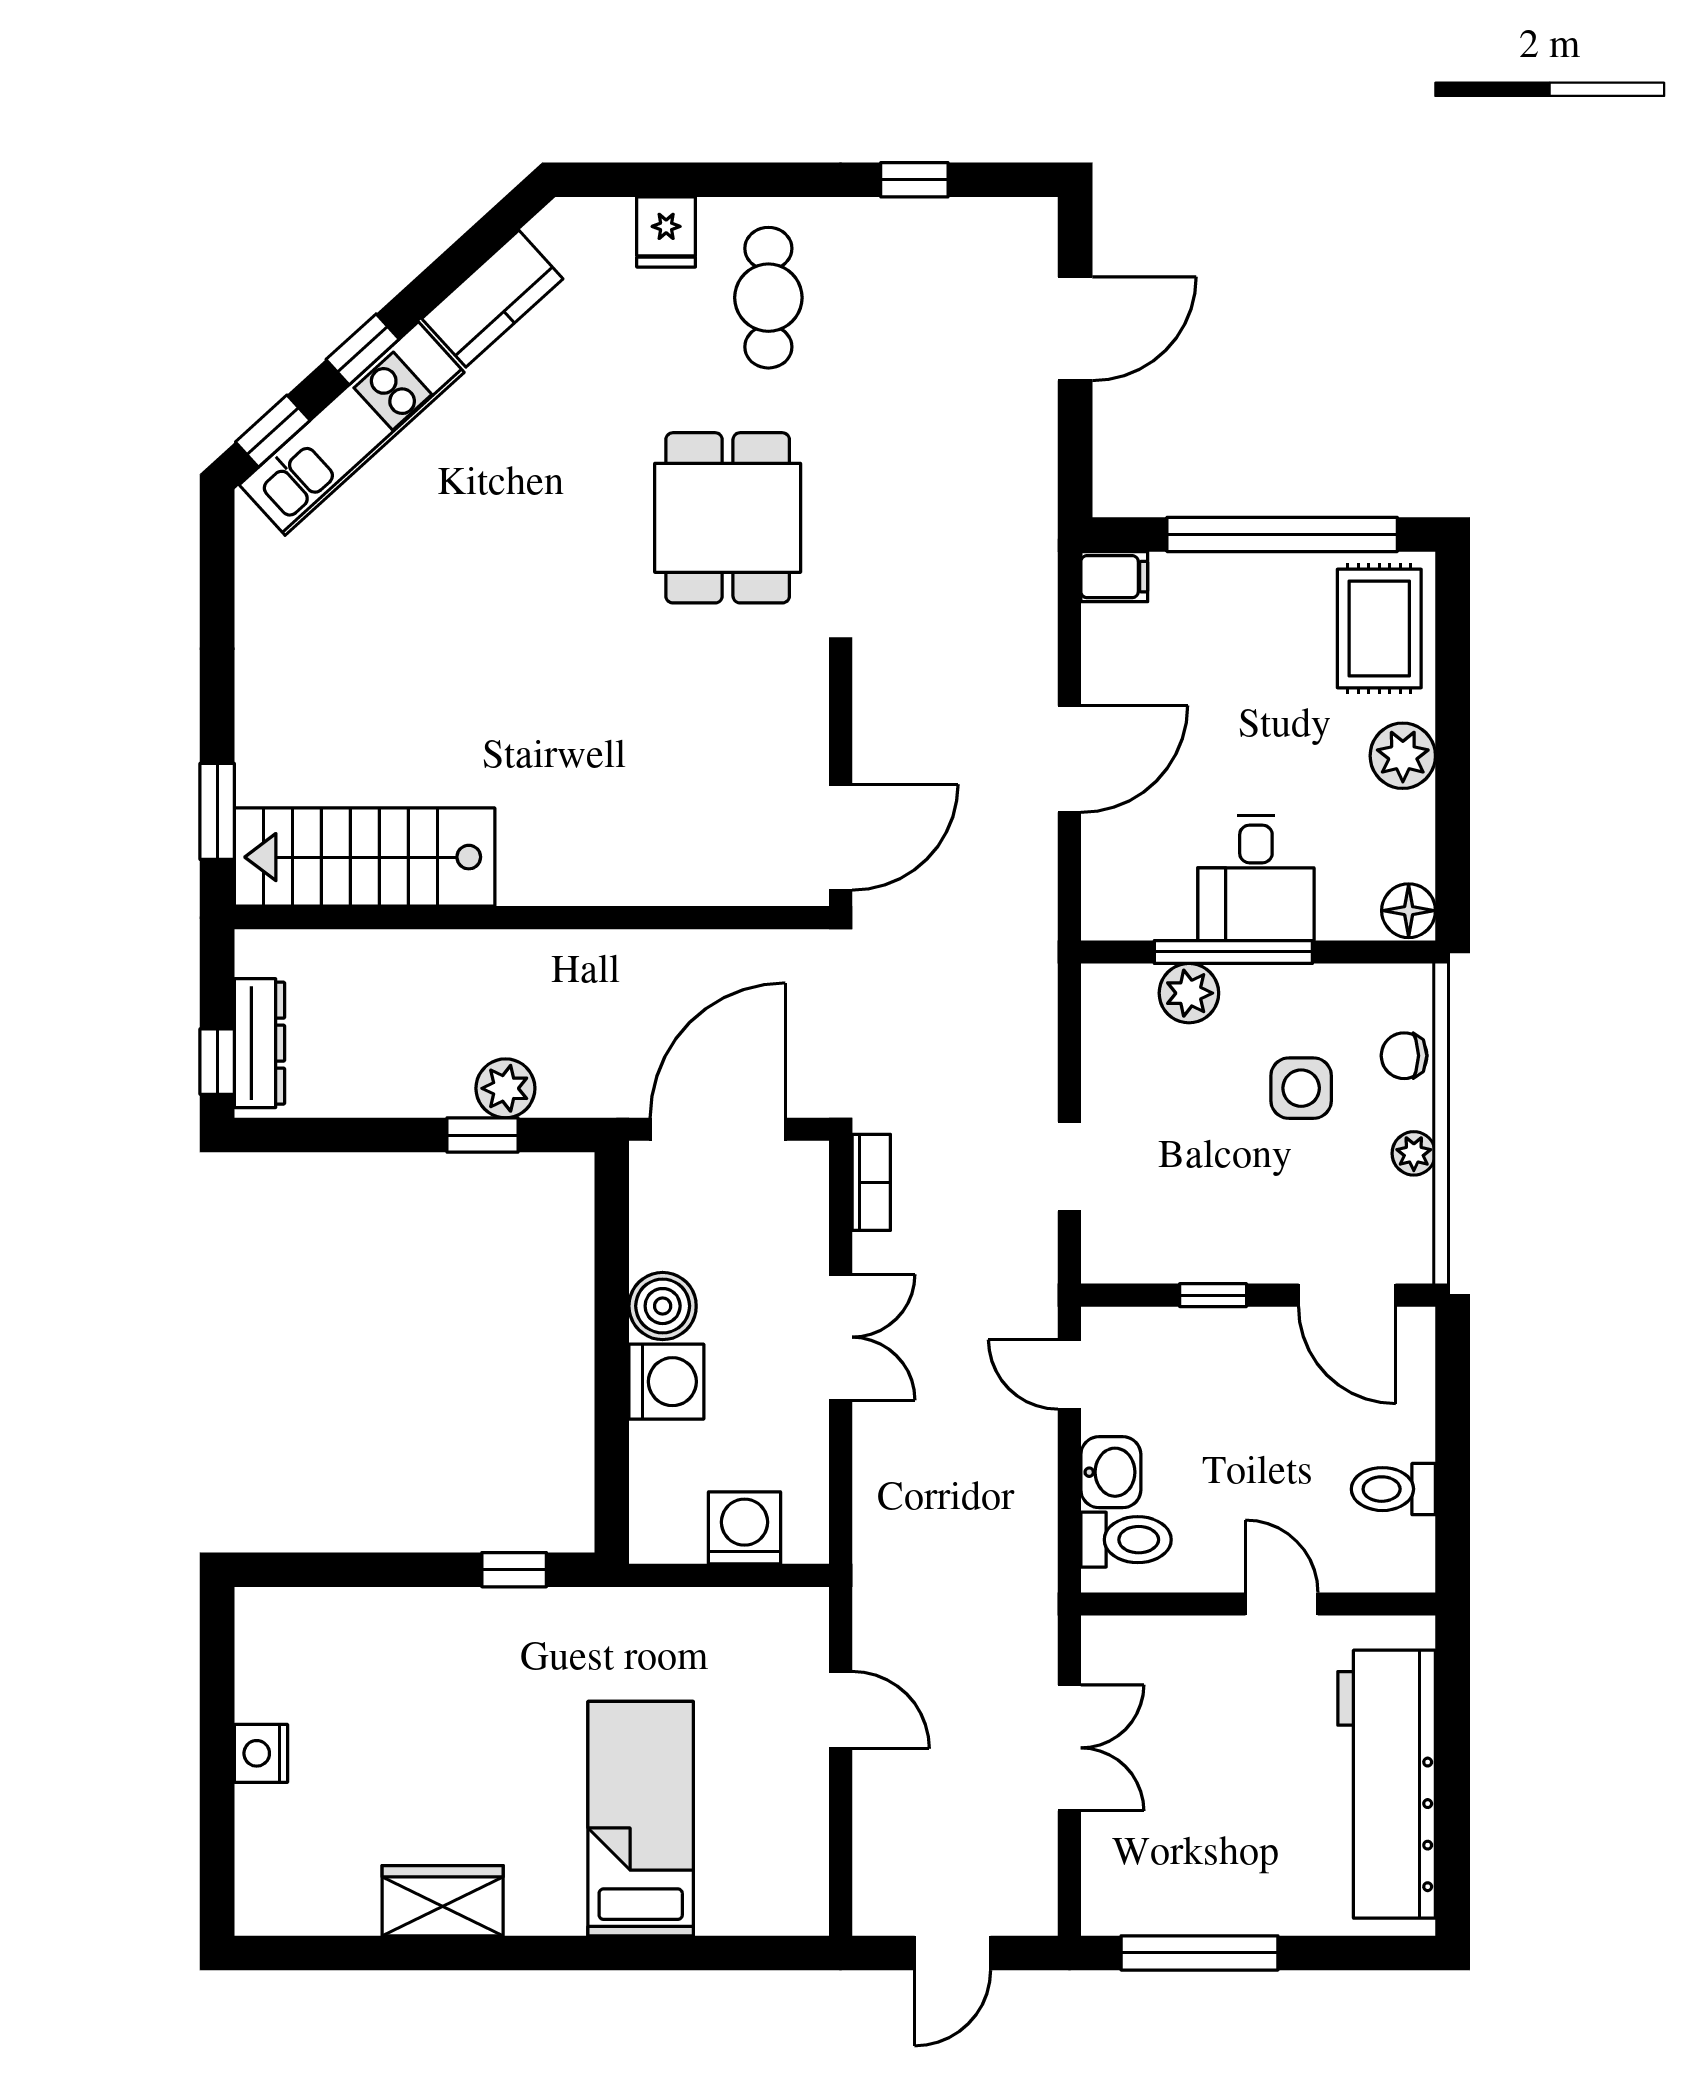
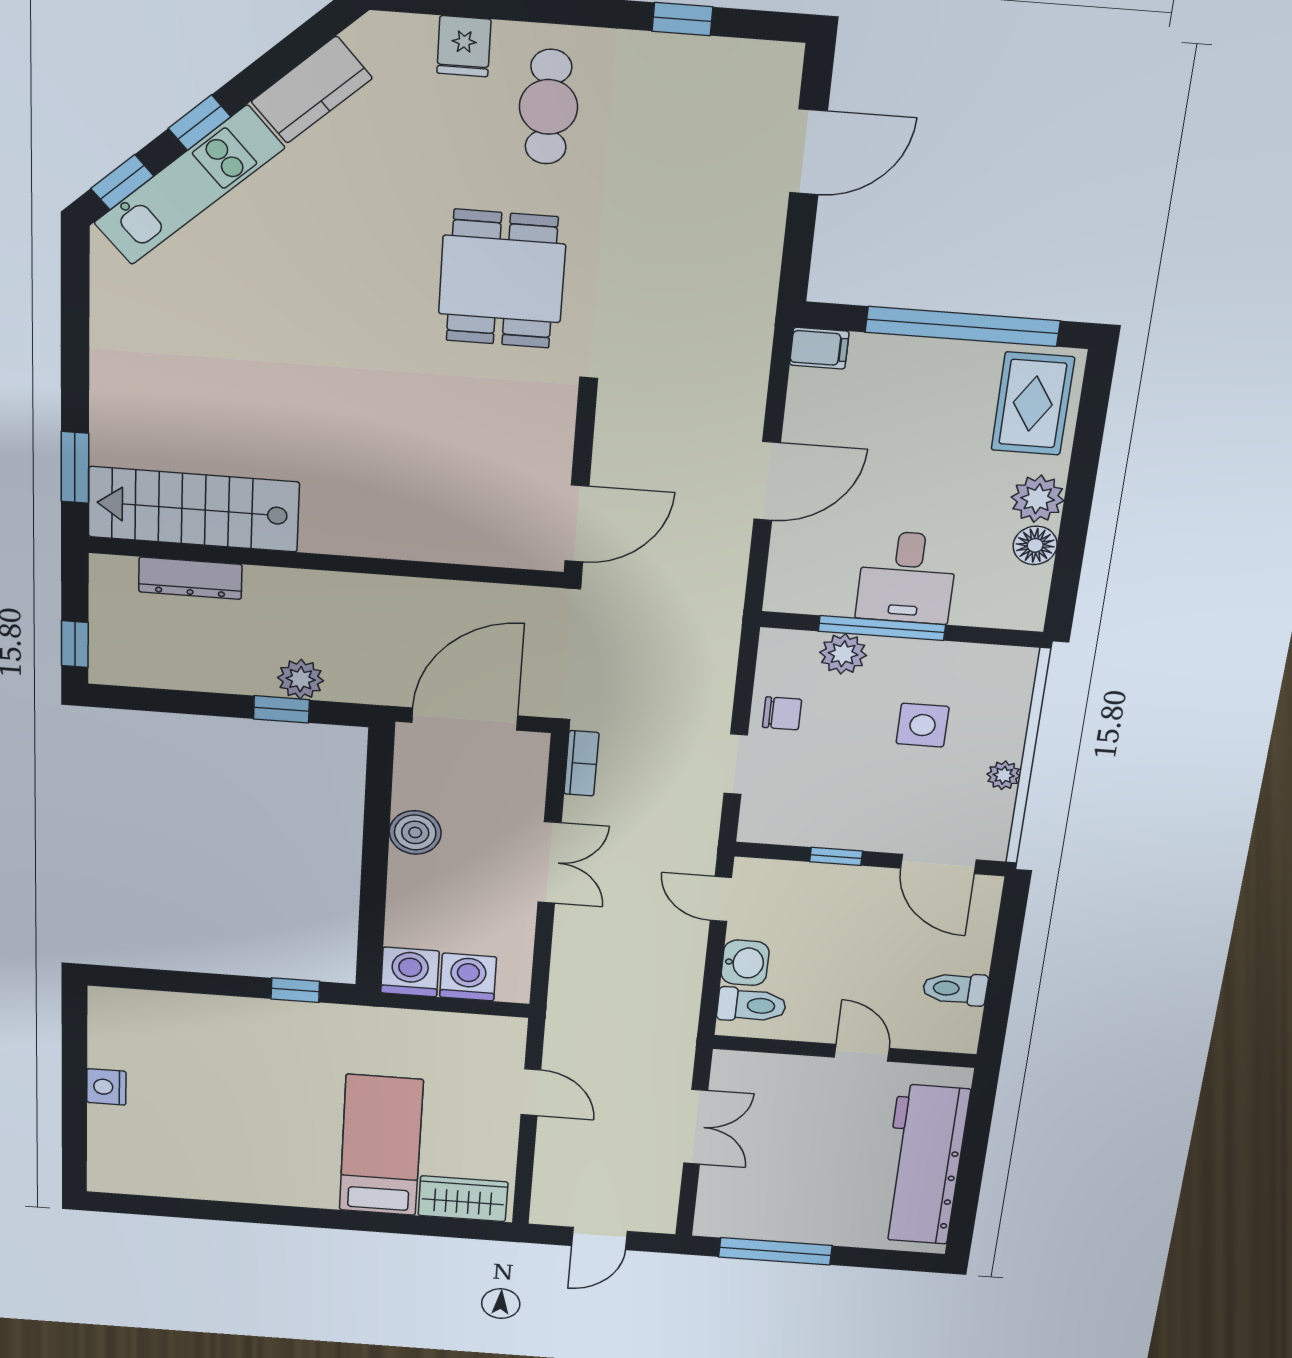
floor lamp: (1409, 911) -> (1035, 545), moved
dresser: (260, 1043) -> (190, 578), moved, turned 90
chair: (1404, 1056) -> (782, 713), moved, turned 180
washing machine: (666, 1382) -> (410, 972), moved, turned -90
wardrobe: (443, 1901) -> (463, 1199), moved

